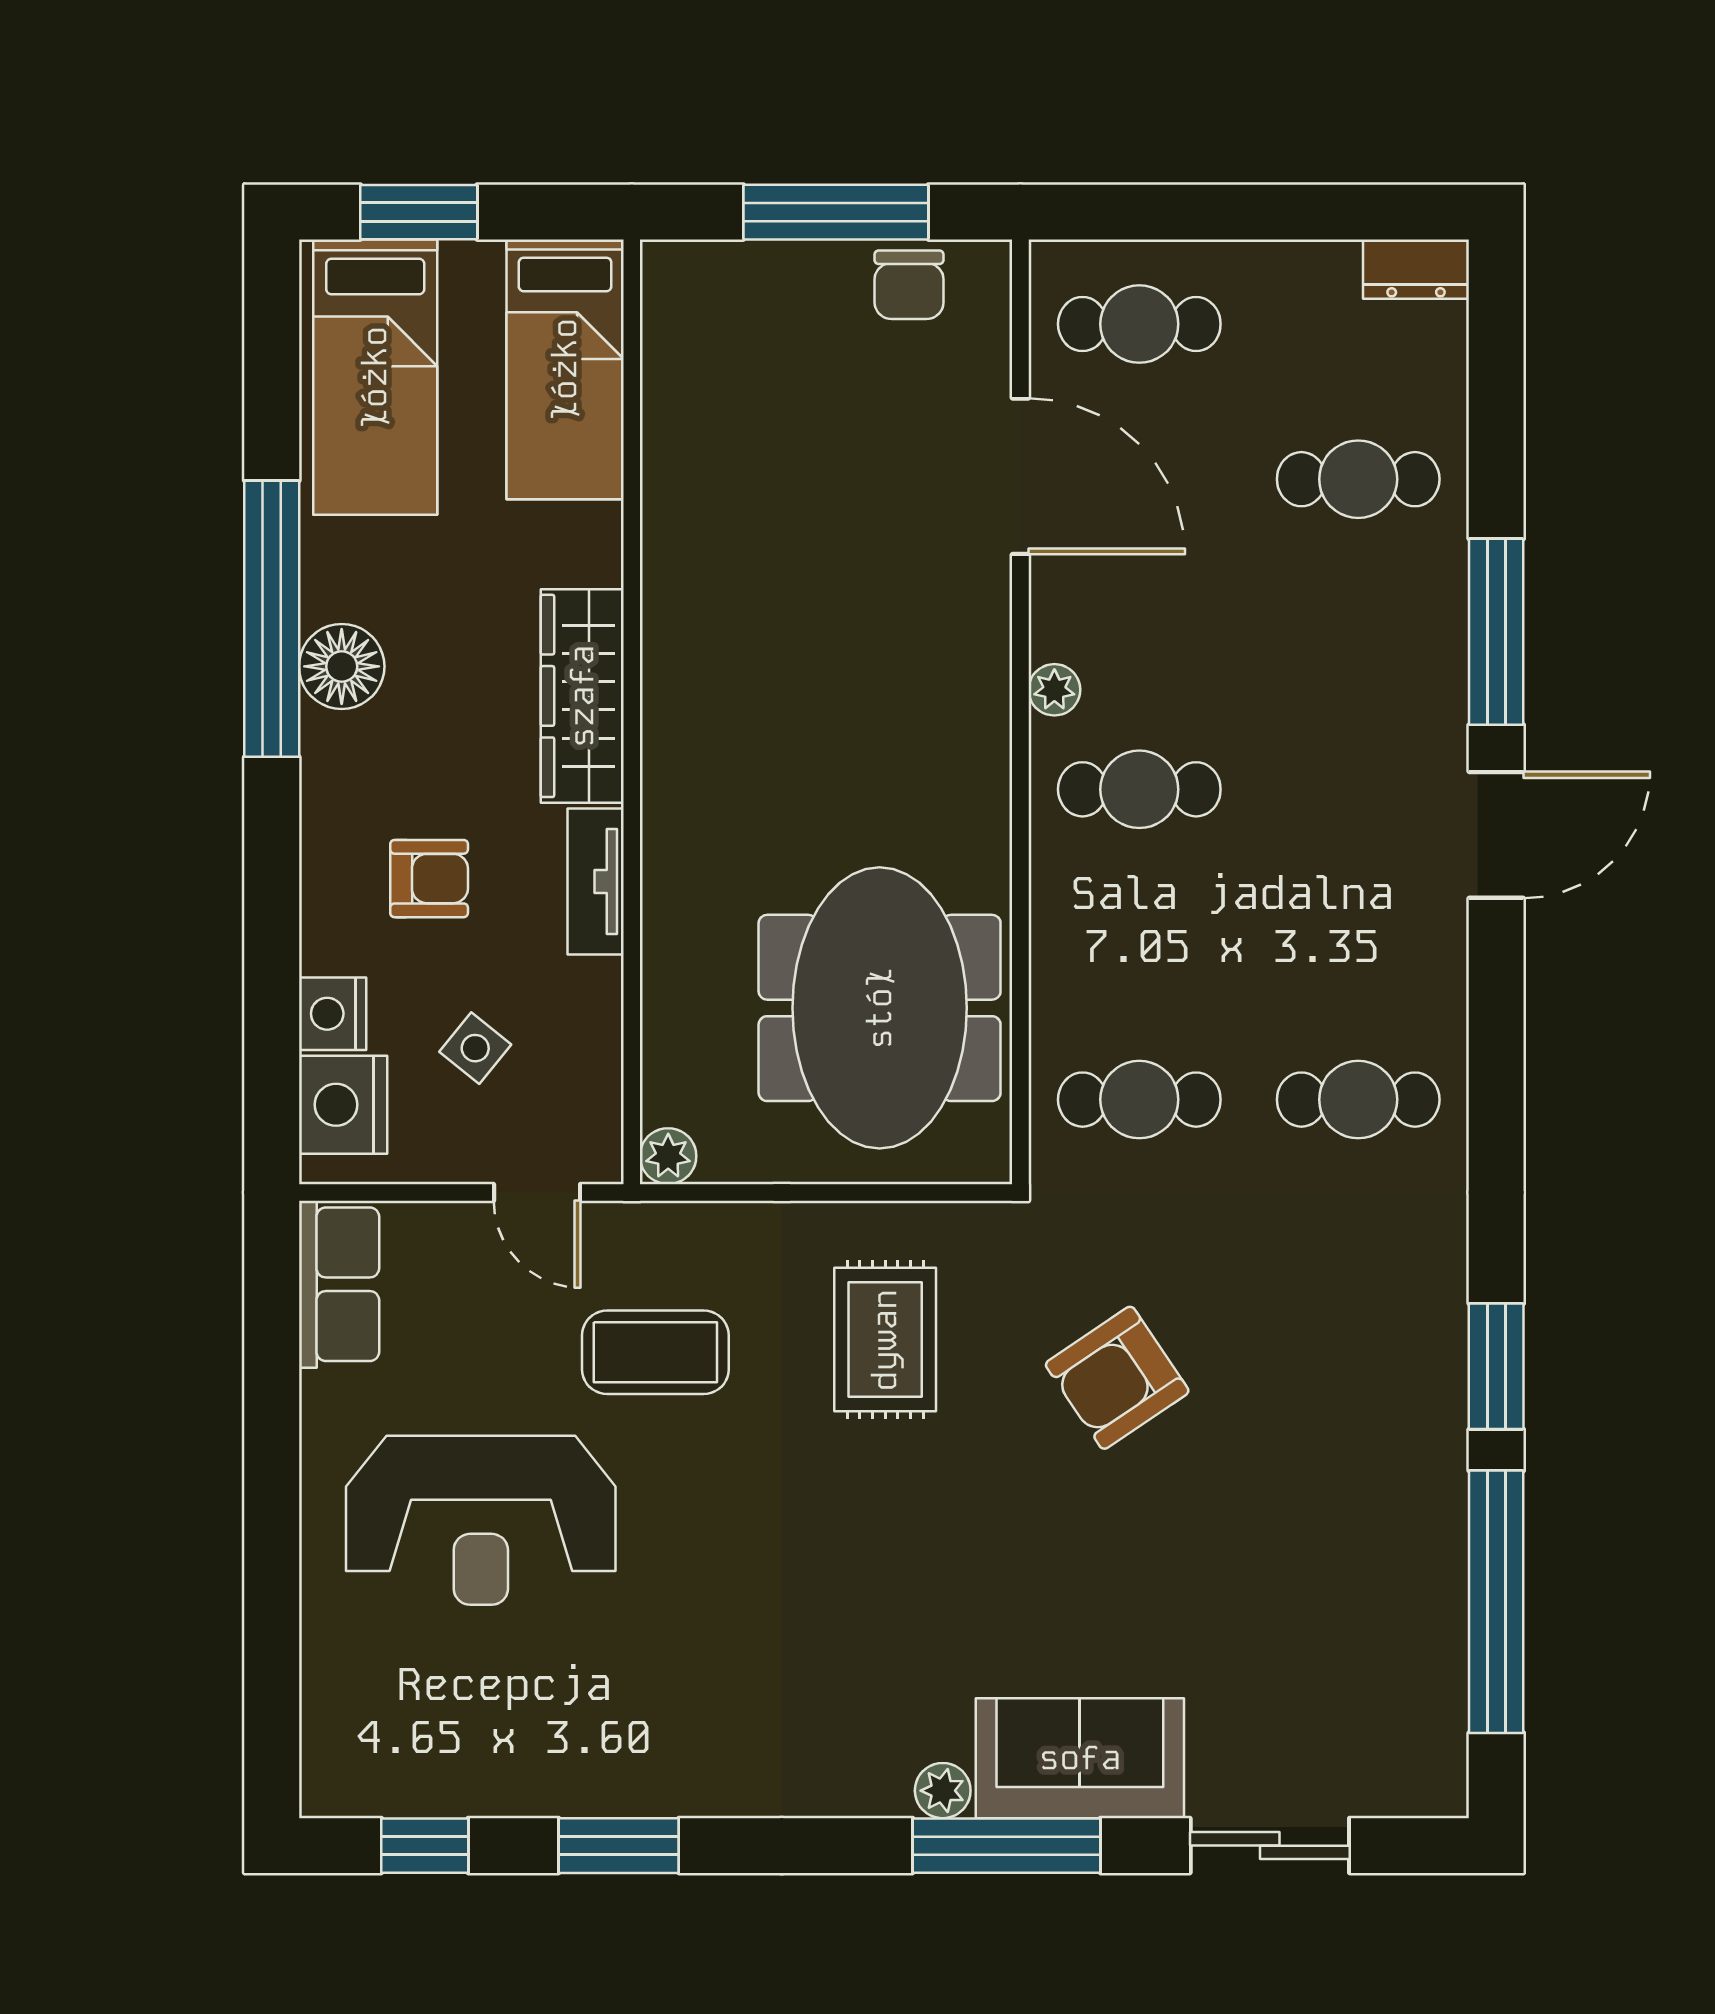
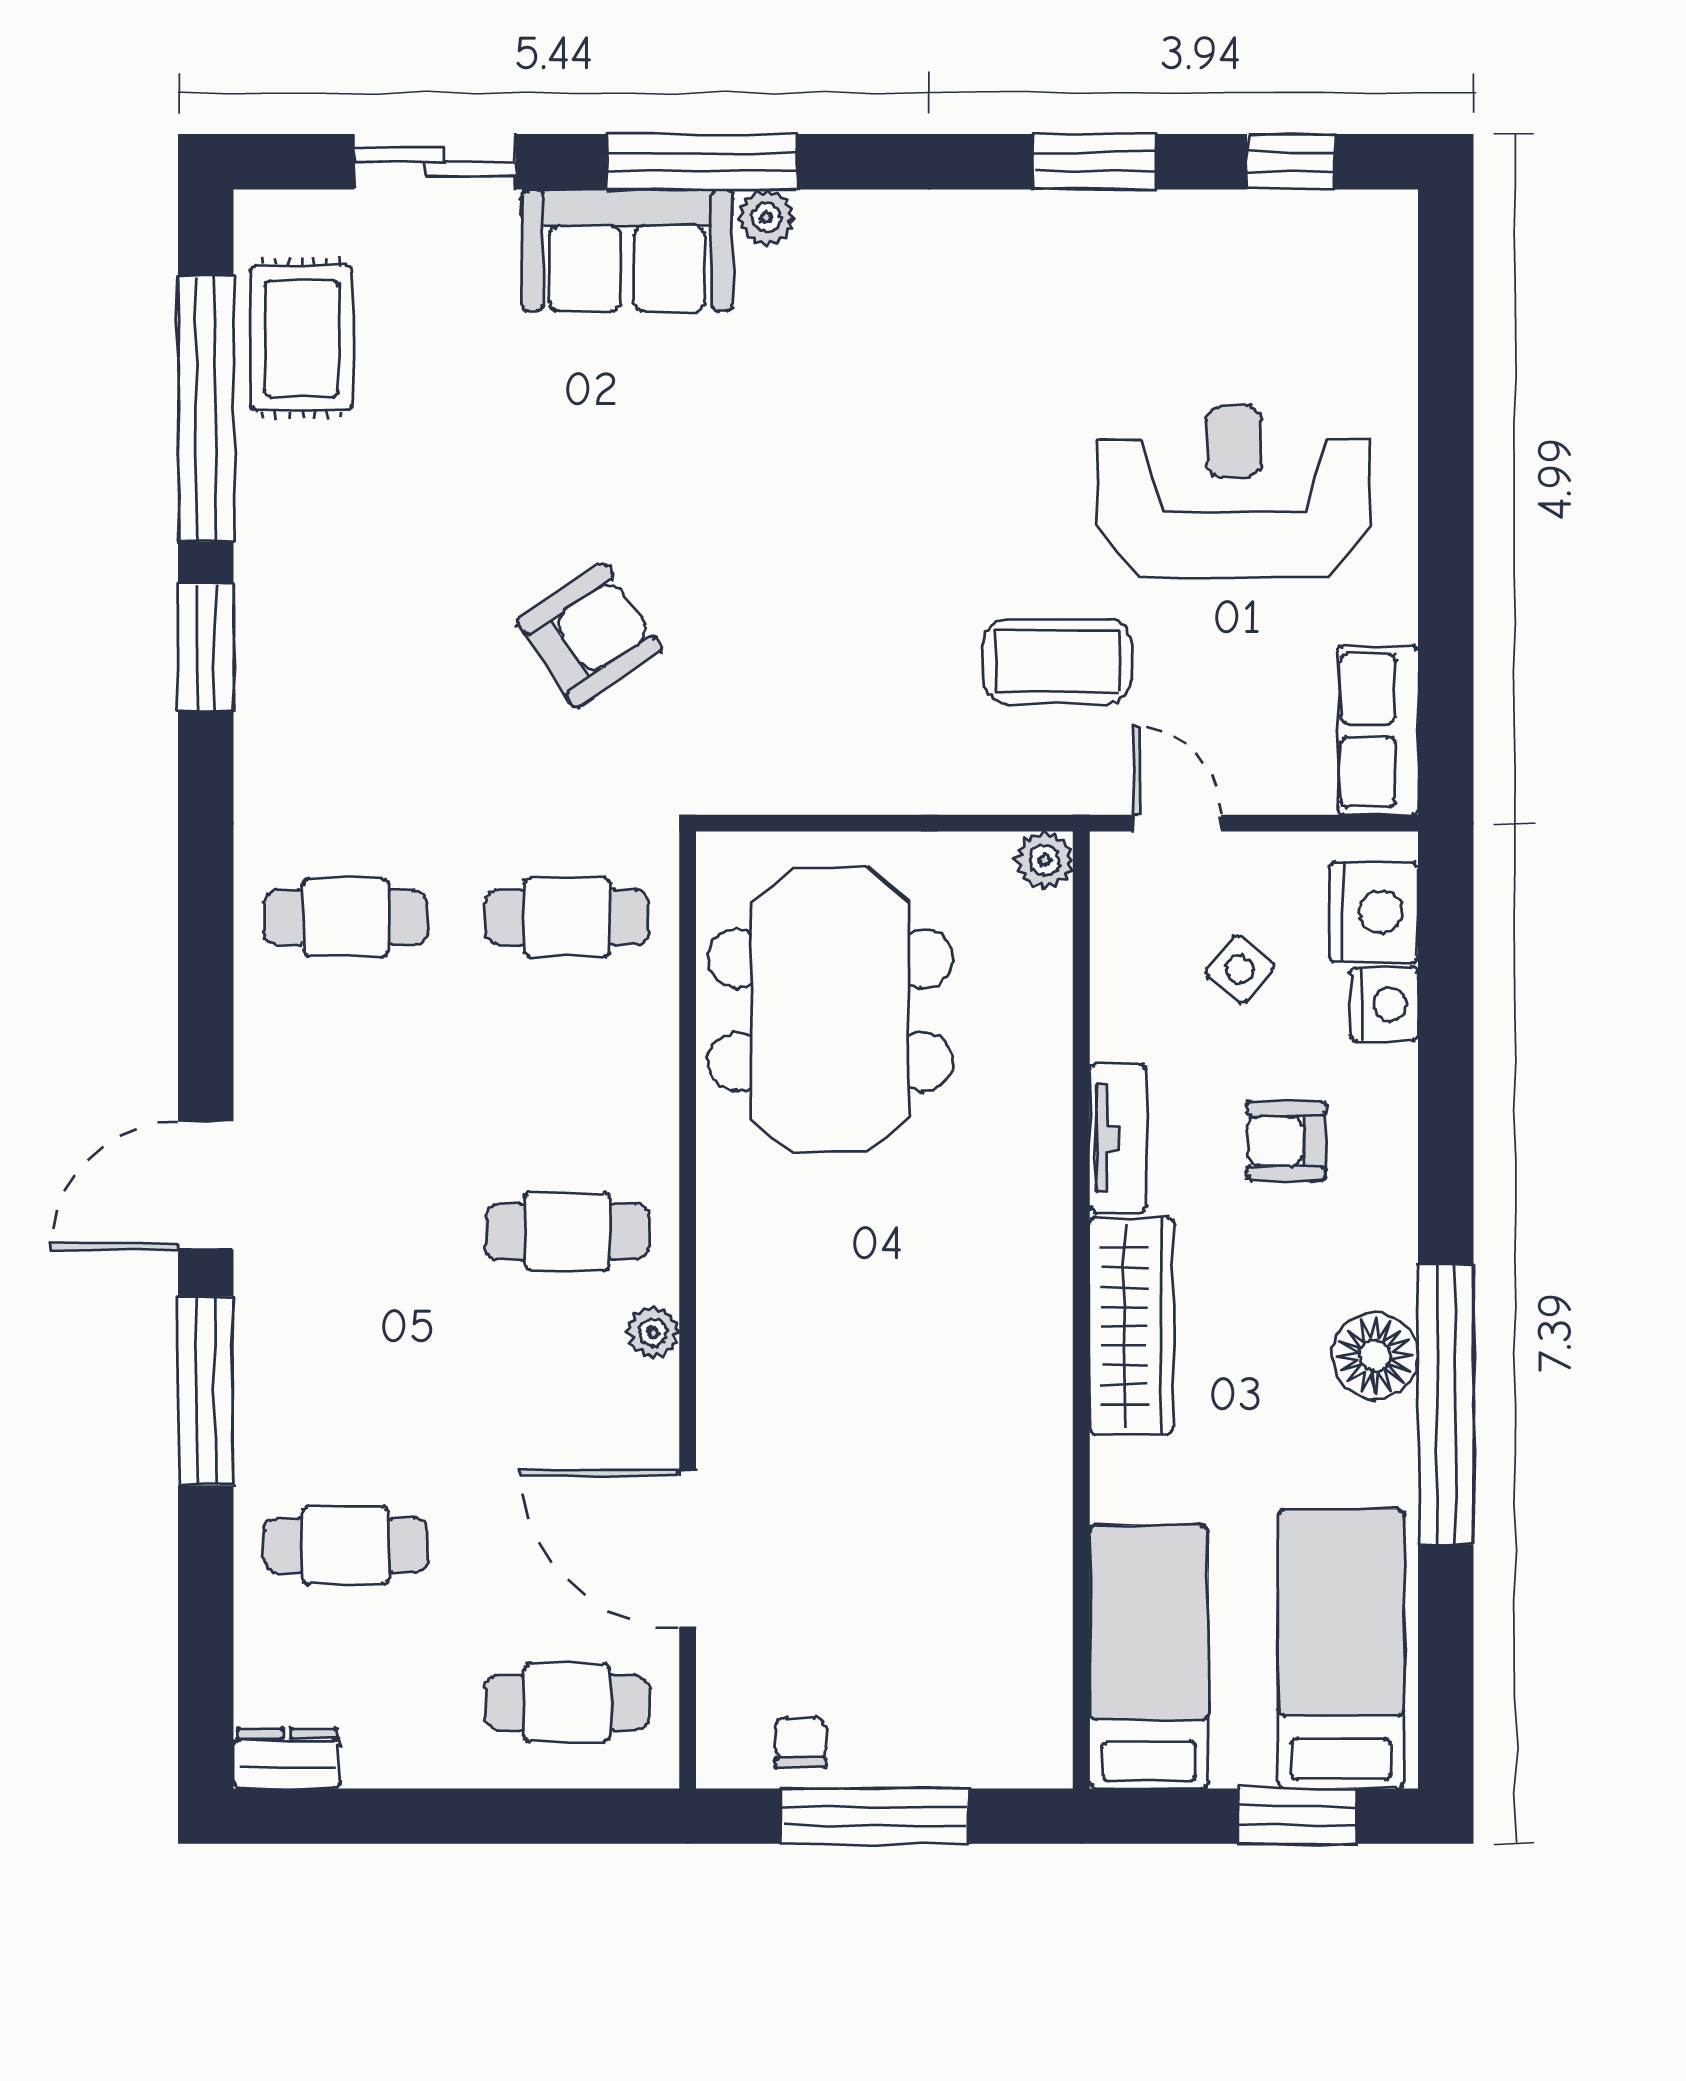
chair: (909, 285) -> (800, 1742), width x0.73, depth x0.73
rug: (885, 1340) -> (302, 338), moved

